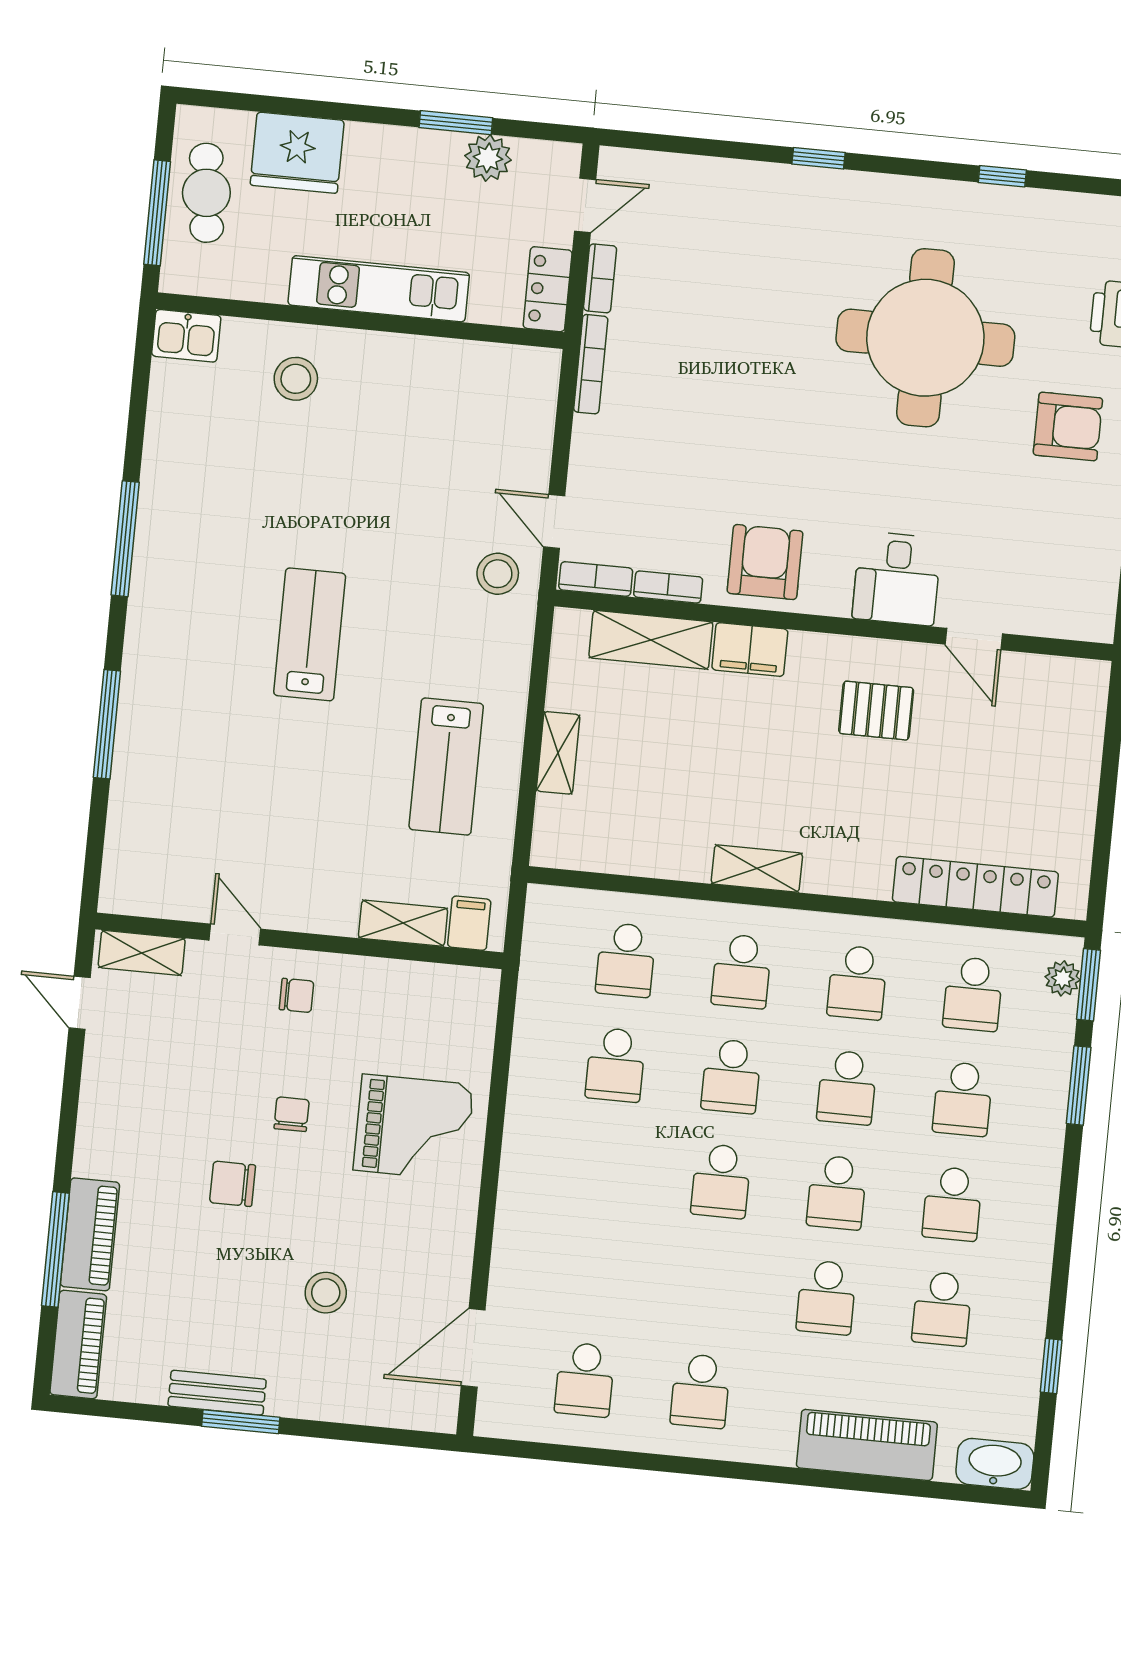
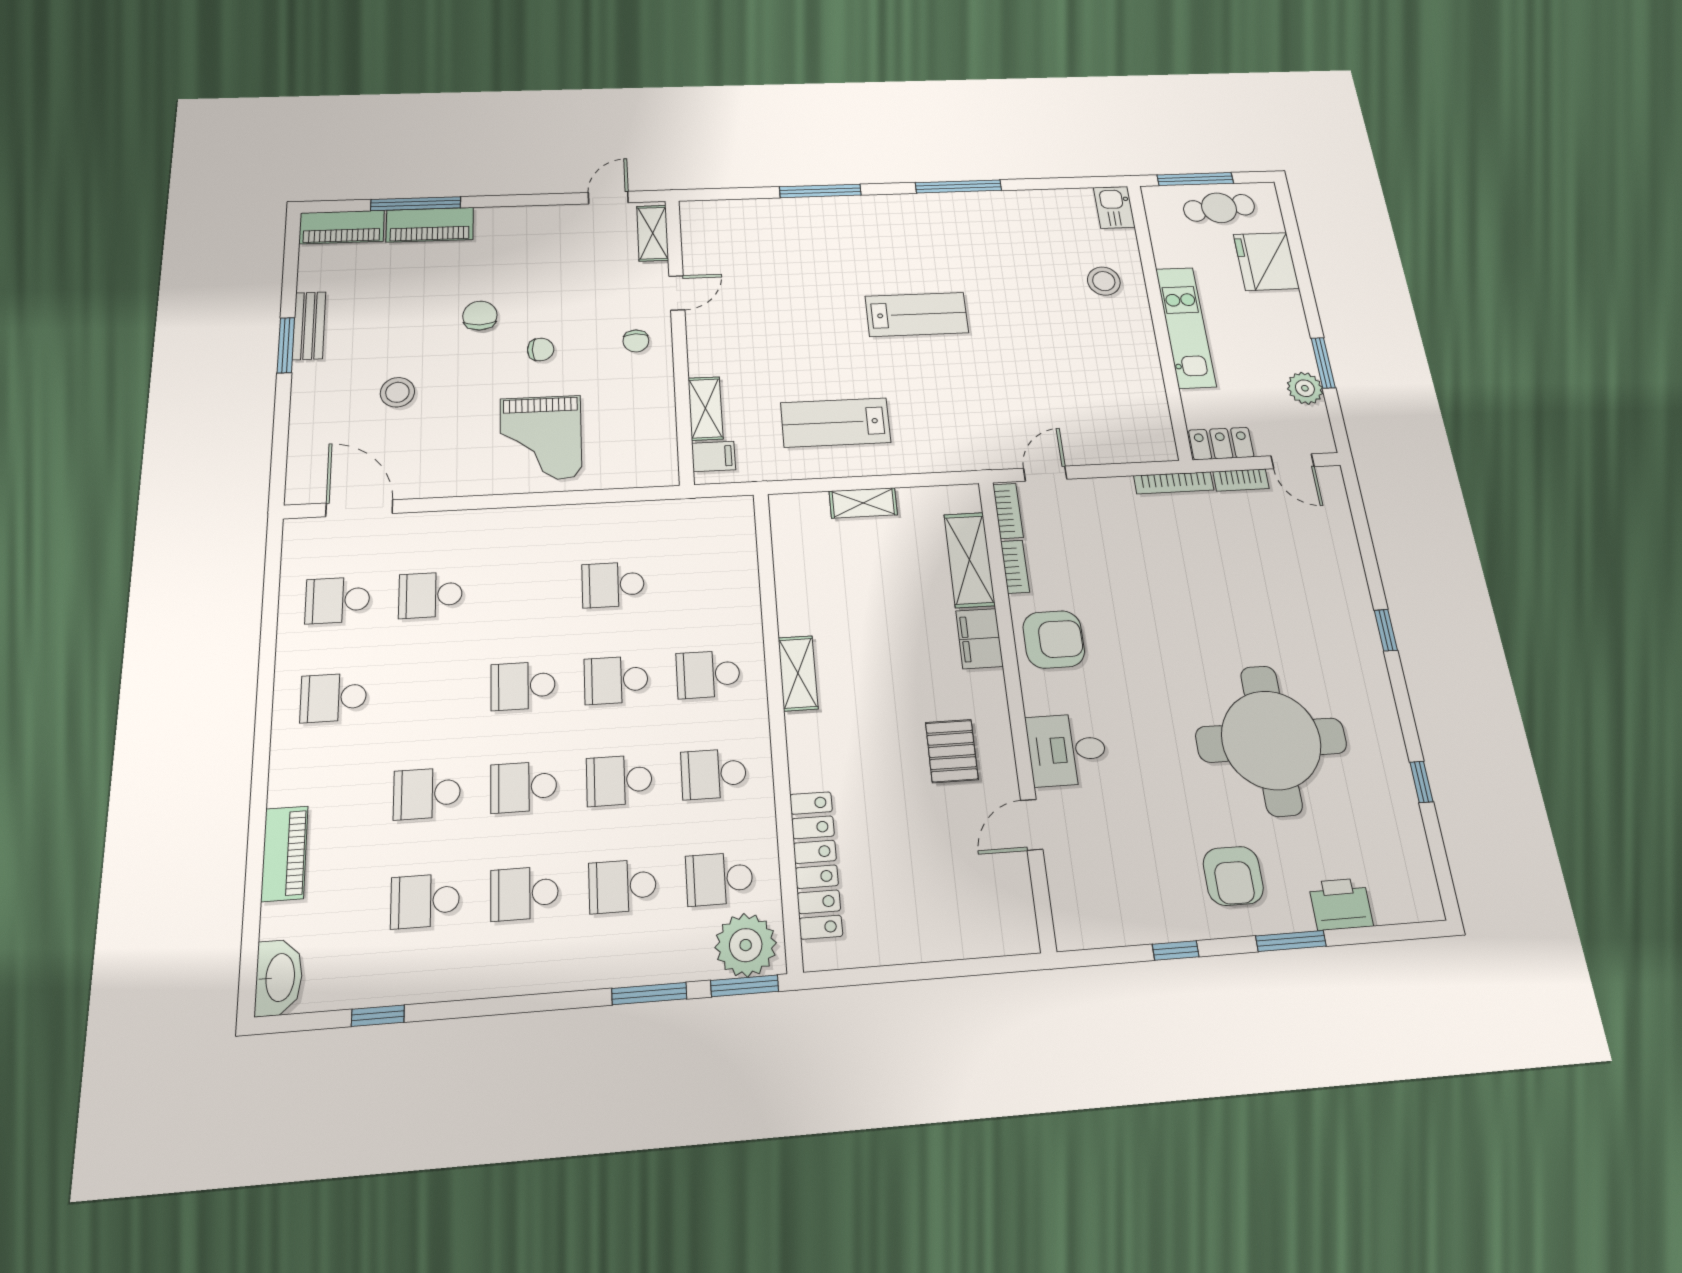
stool: (498, 574) -> (994, 439), removed
school desk: (626, 960) -> (430, 595), moved
plant: (1063, 978) -> (746, 945), width x1.87, depth x1.87
piano: (867, 1445) -> (284, 853), width x0.73, depth x0.75

